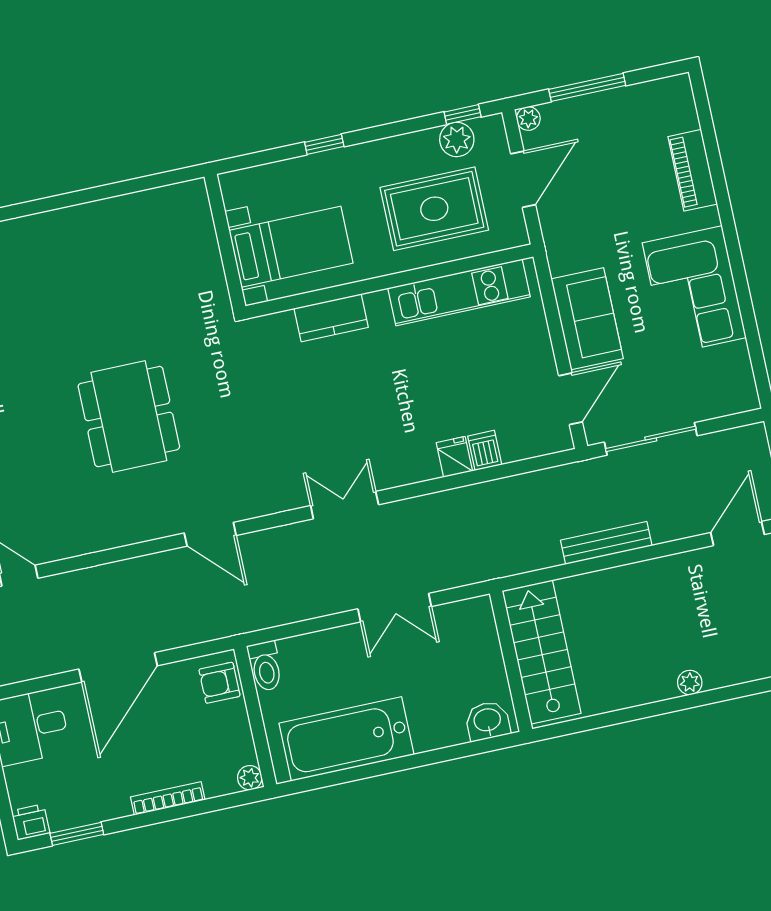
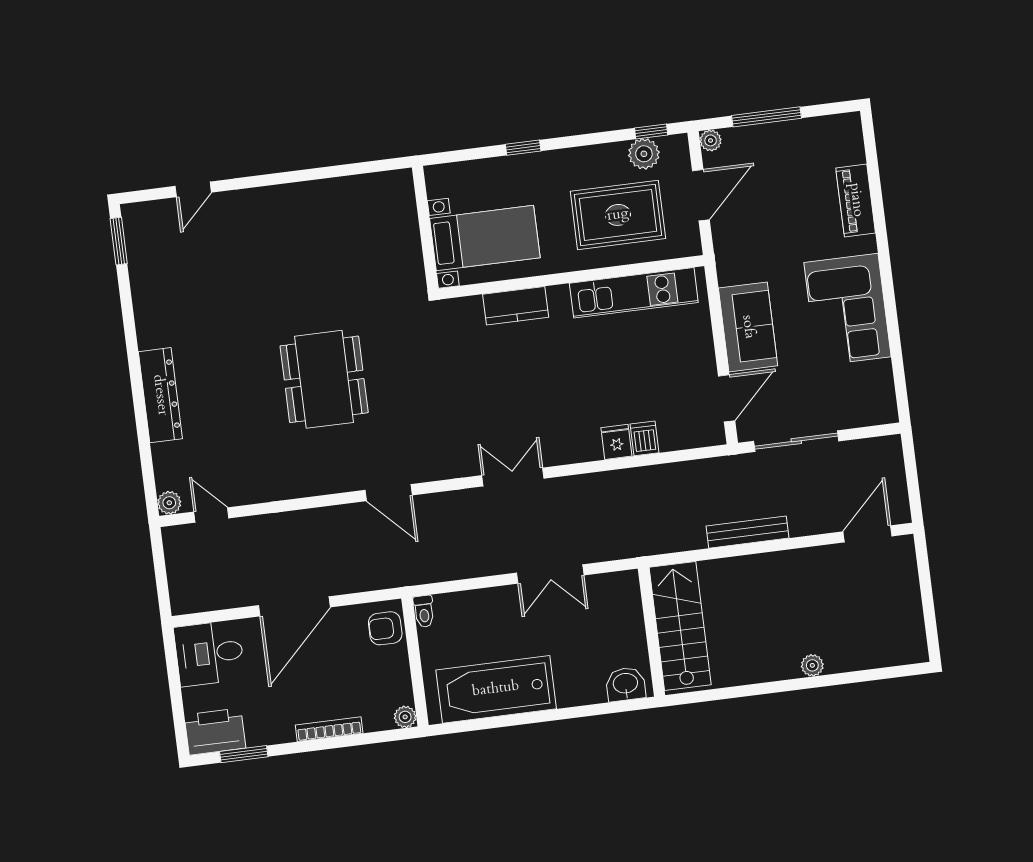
toilet: (265, 666) -> (424, 611), width x0.73, depth x0.72
printer: (31, 822) -> (215, 731), width x1.87, depth x1.48

